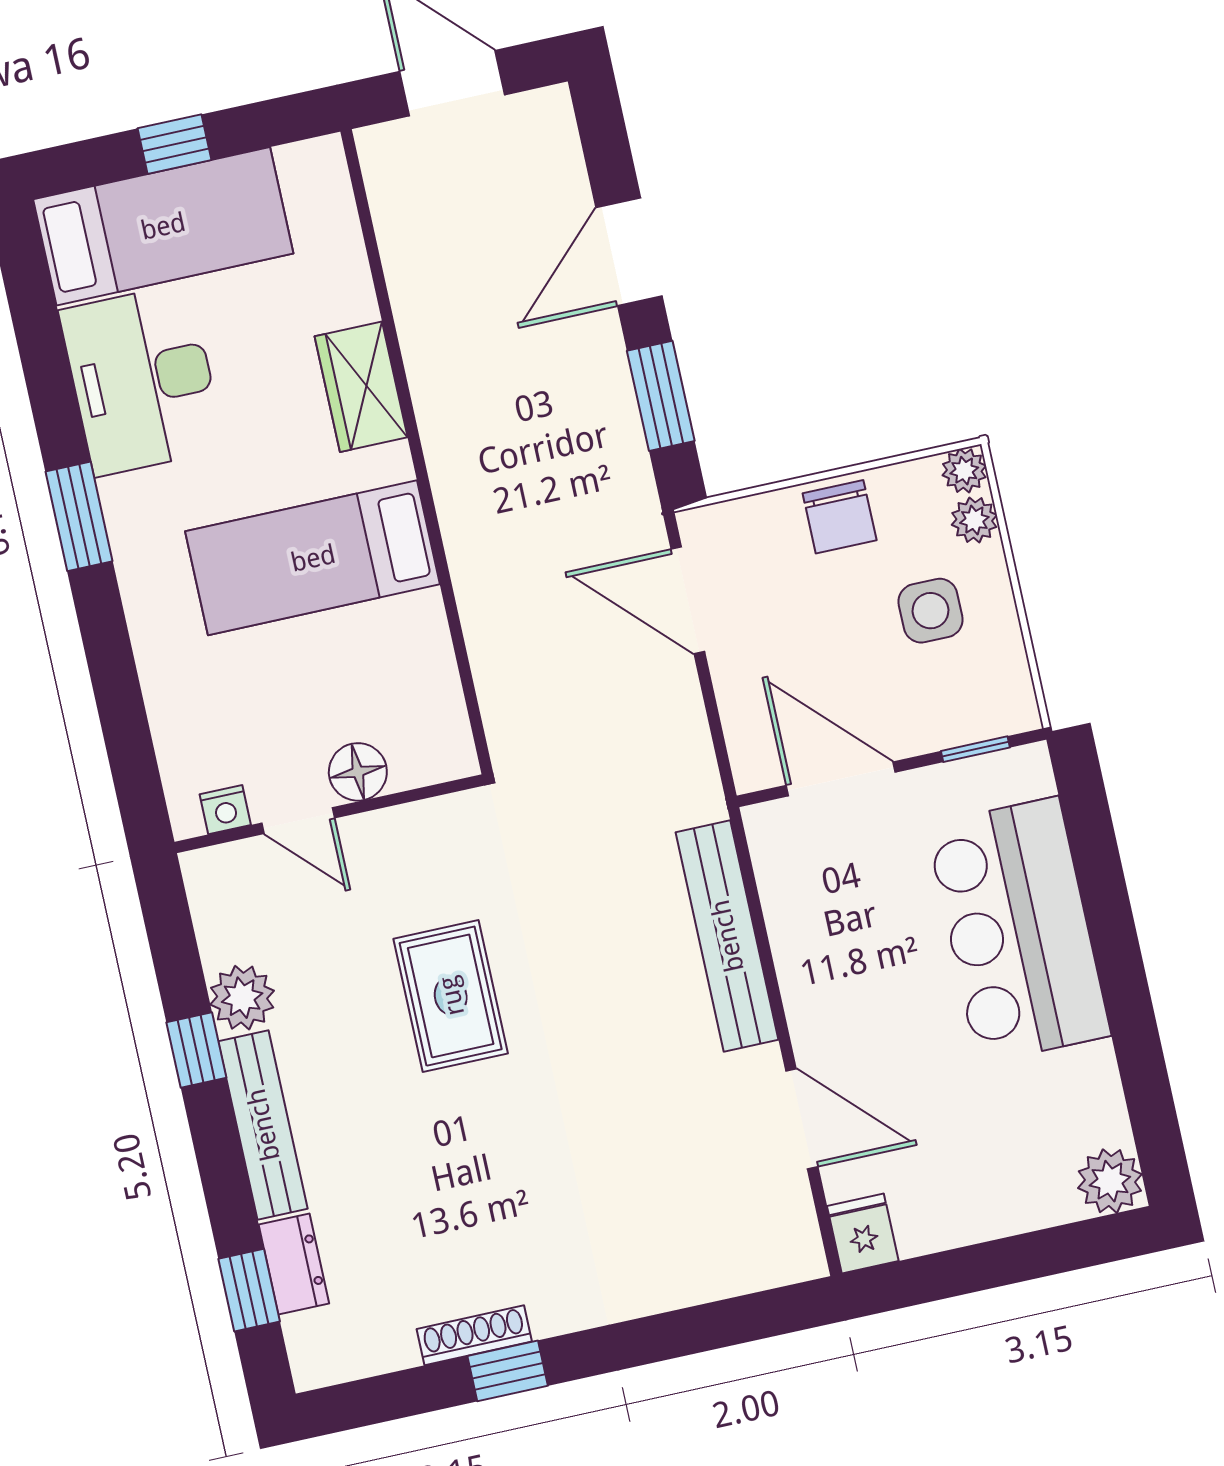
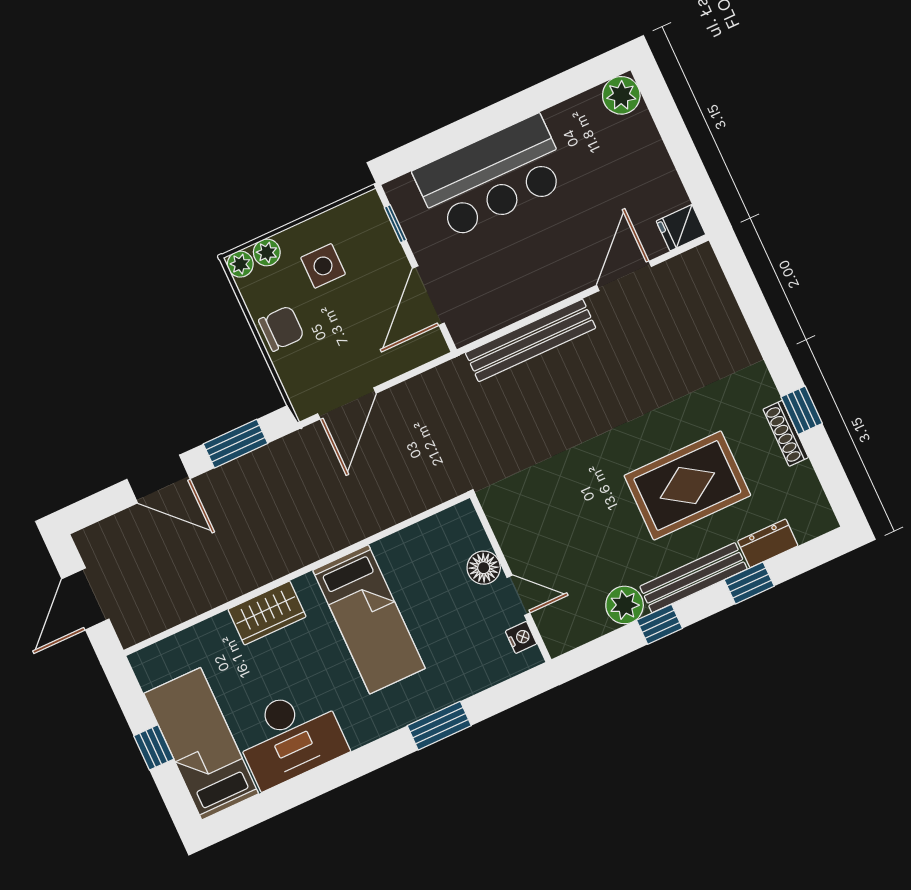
window: (79, 516) -> (439, 726), moved
door: (298, 821) -> (518, 595), hinge flipped
rug: (451, 996) -> (687, 485), moved, width x1.36, depth x1.43
window: (249, 1290) -> (749, 583), moved

